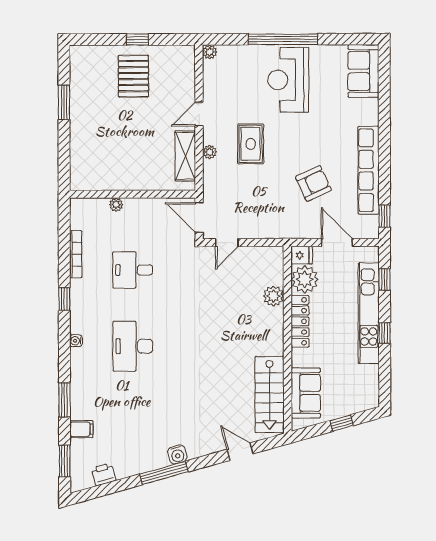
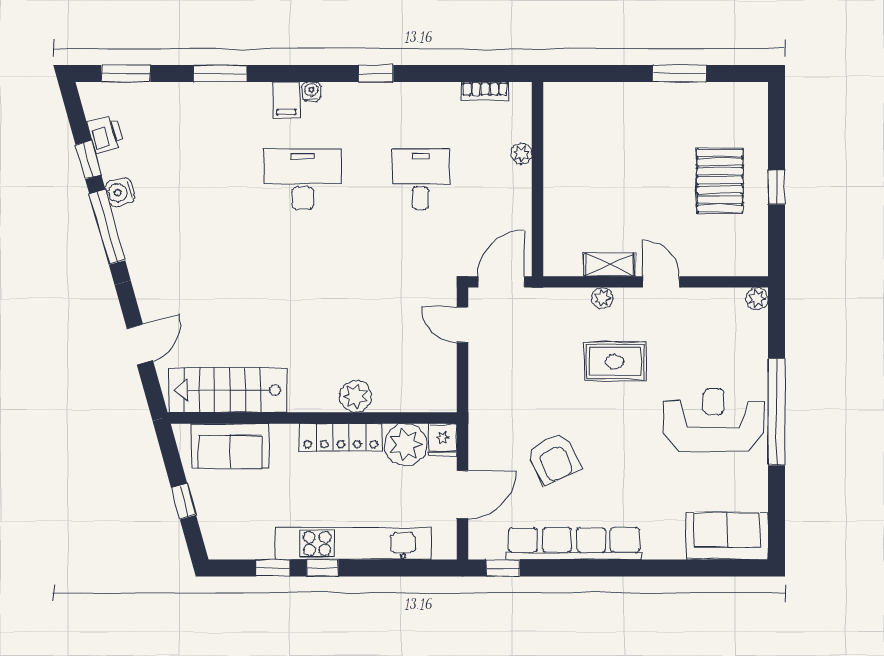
pallet: (133, 76) -> (720, 181), turned 90
shelving: (185, 156) -> (610, 265), width x0.67, depth x0.75
bookcase: (76, 254) -> (485, 91), moved, width x0.64
window: (385, 279) -> (273, 568), moved
plant: (273, 296) -> (356, 396), moved
filing cabinet: (81, 429) -> (286, 100), moved
water cooler: (177, 454) -> (120, 192), moved
window: (121, 485) -> (88, 160), added

